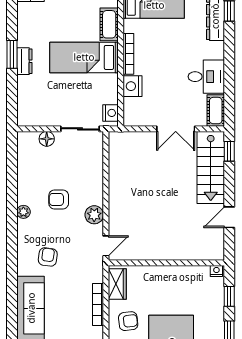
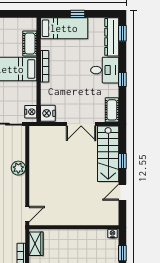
window: (229, 71) -> (122, 79), added
desk: (206, 77) -> (105, 70), moved
nightstand: (132, 86) -> (48, 113), moved
window: (229, 151) -> (122, 161), moved
plant: (94, 215) -> (18, 168), moved

